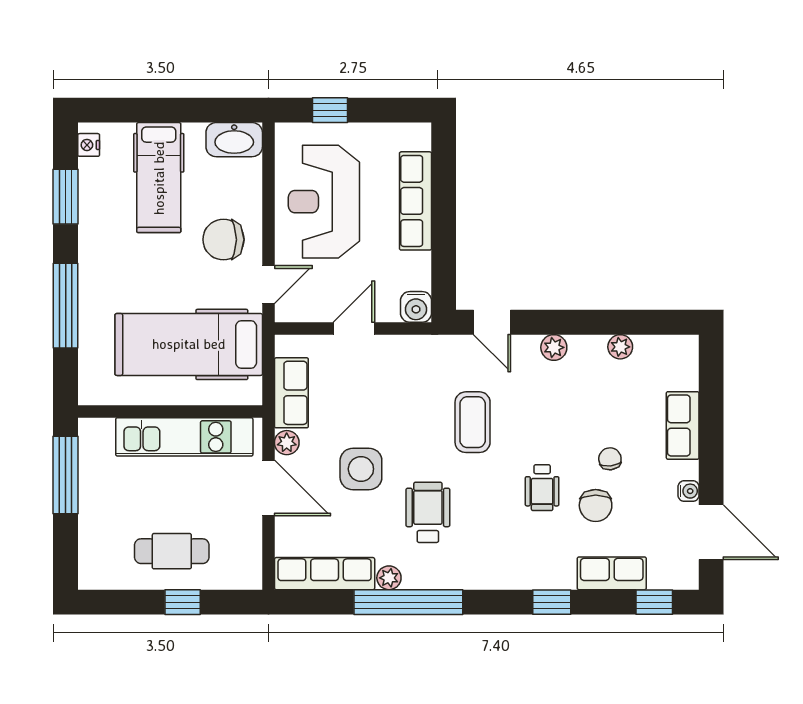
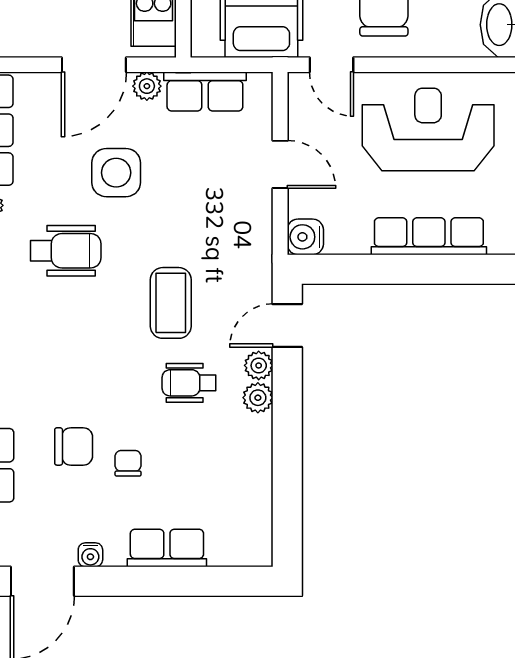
plant: (620, 347) -> (259, 365), moved
coffee table: (473, 422) -> (171, 303), turned 90
chair: (610, 459) -> (128, 463), turned -84
wheelchair: (542, 488) -> (189, 383), moved
chair: (596, 505) -> (74, 446), turned 180

